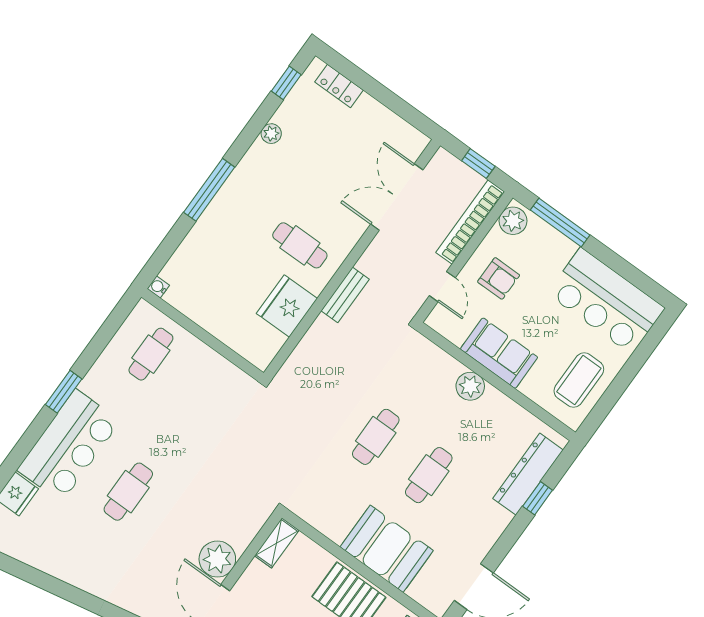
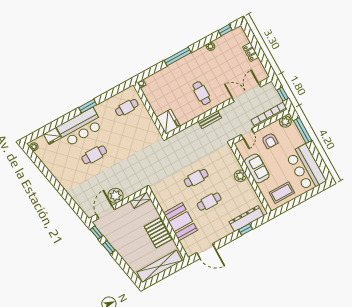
locker: (339, 86) -> (251, 52), moved
fridge: (287, 306) -> (168, 122), moved, turned 90

